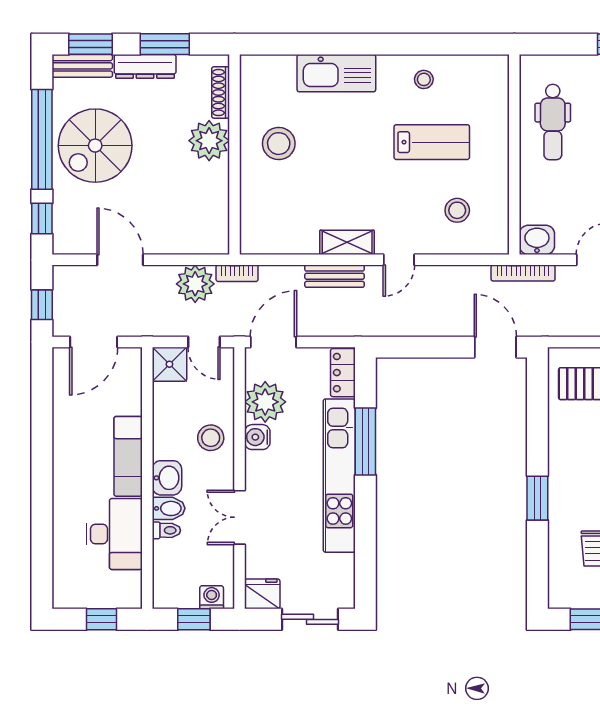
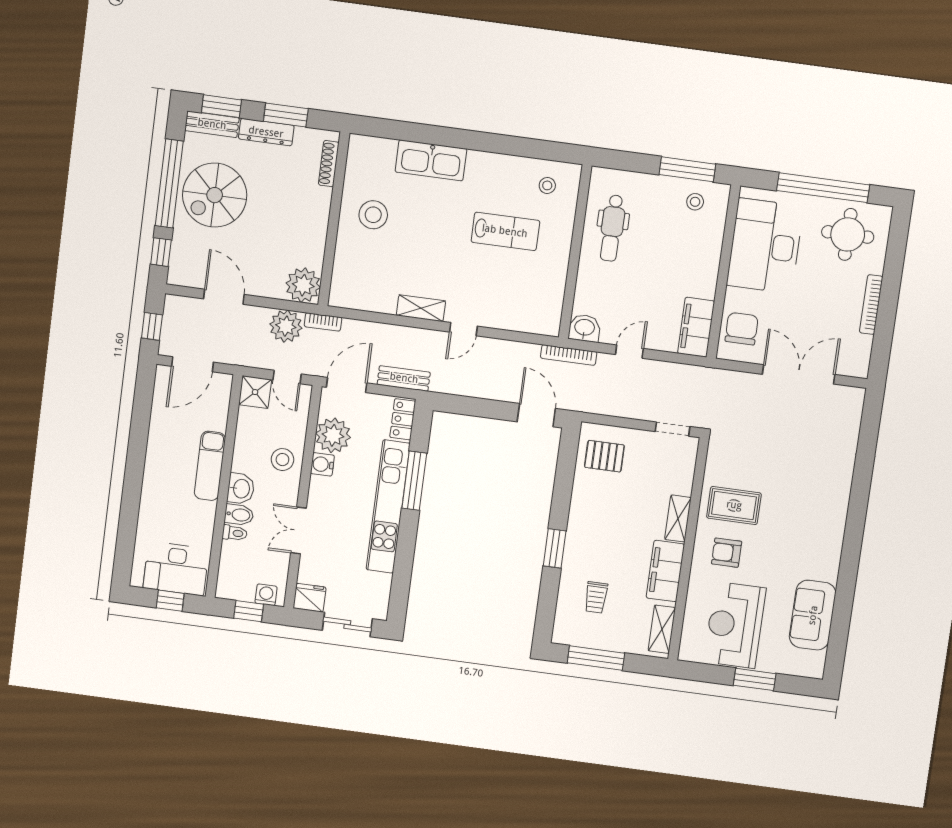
stool: (424, 79) -> (547, 185), moved
plant: (209, 141) -> (303, 285), moved
stool: (457, 210) -> (519, 293), removed
bench: (335, 276) -> (404, 378), moved
desk: (114, 534) -> (176, 569), moved, turned 90

